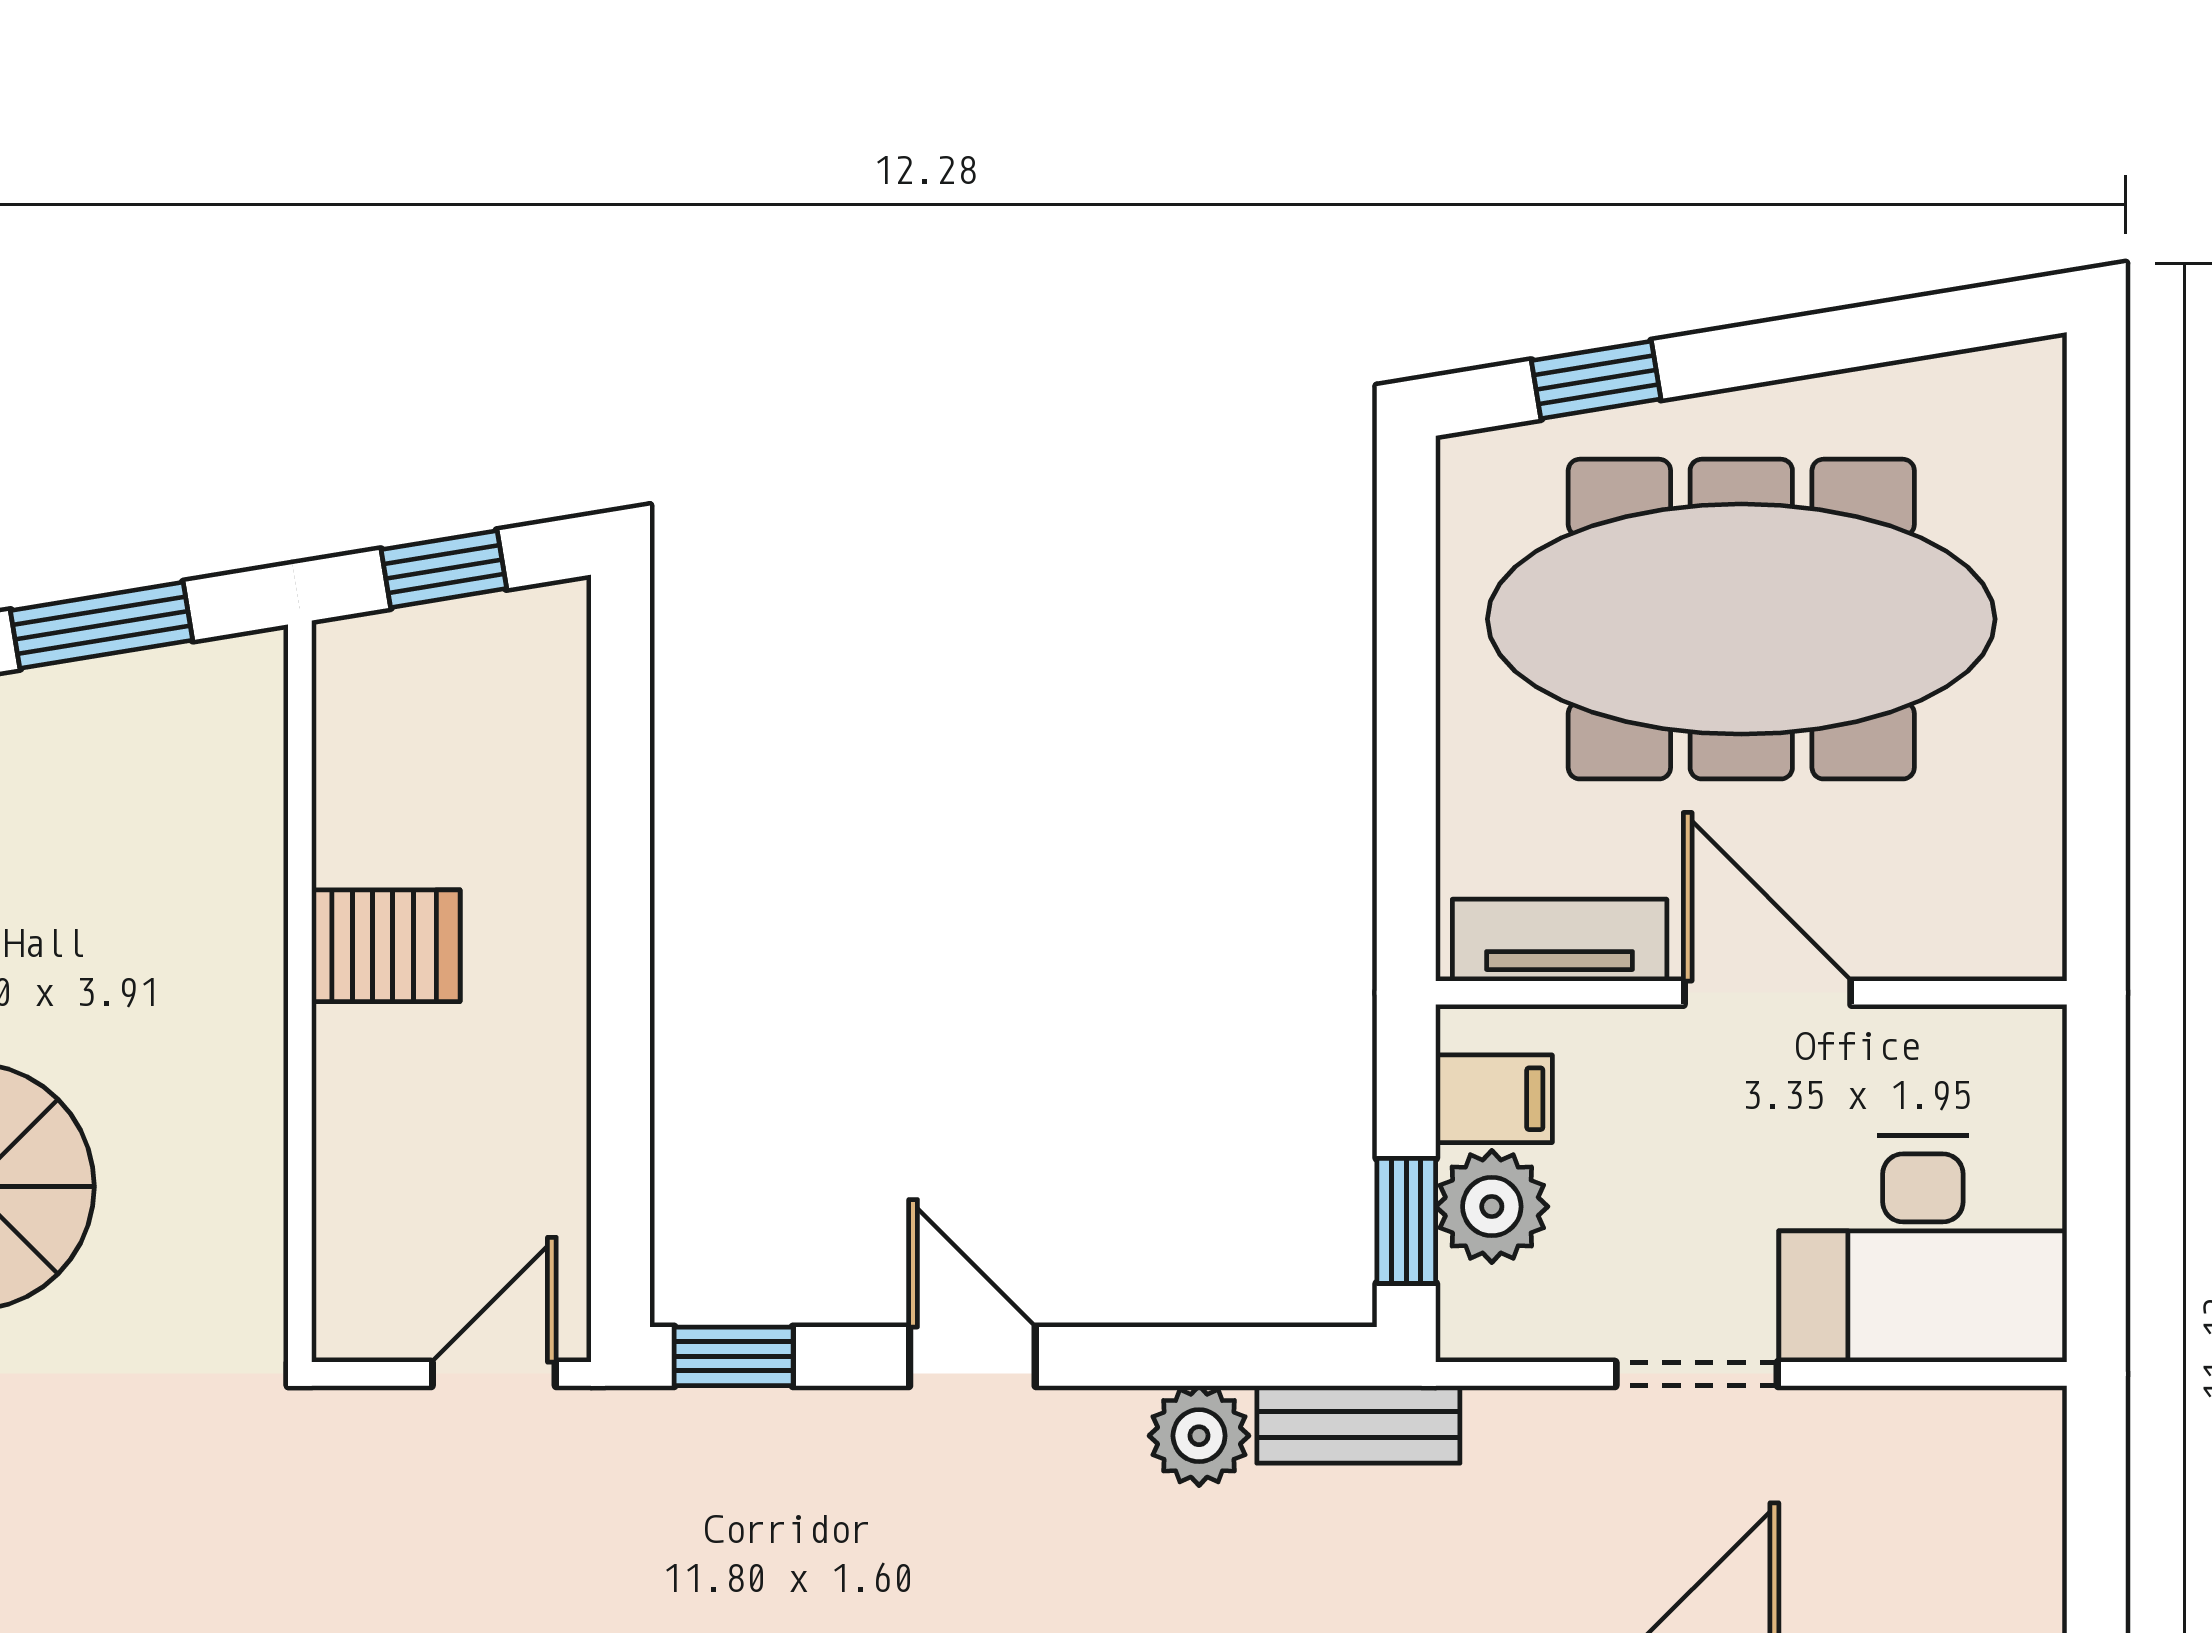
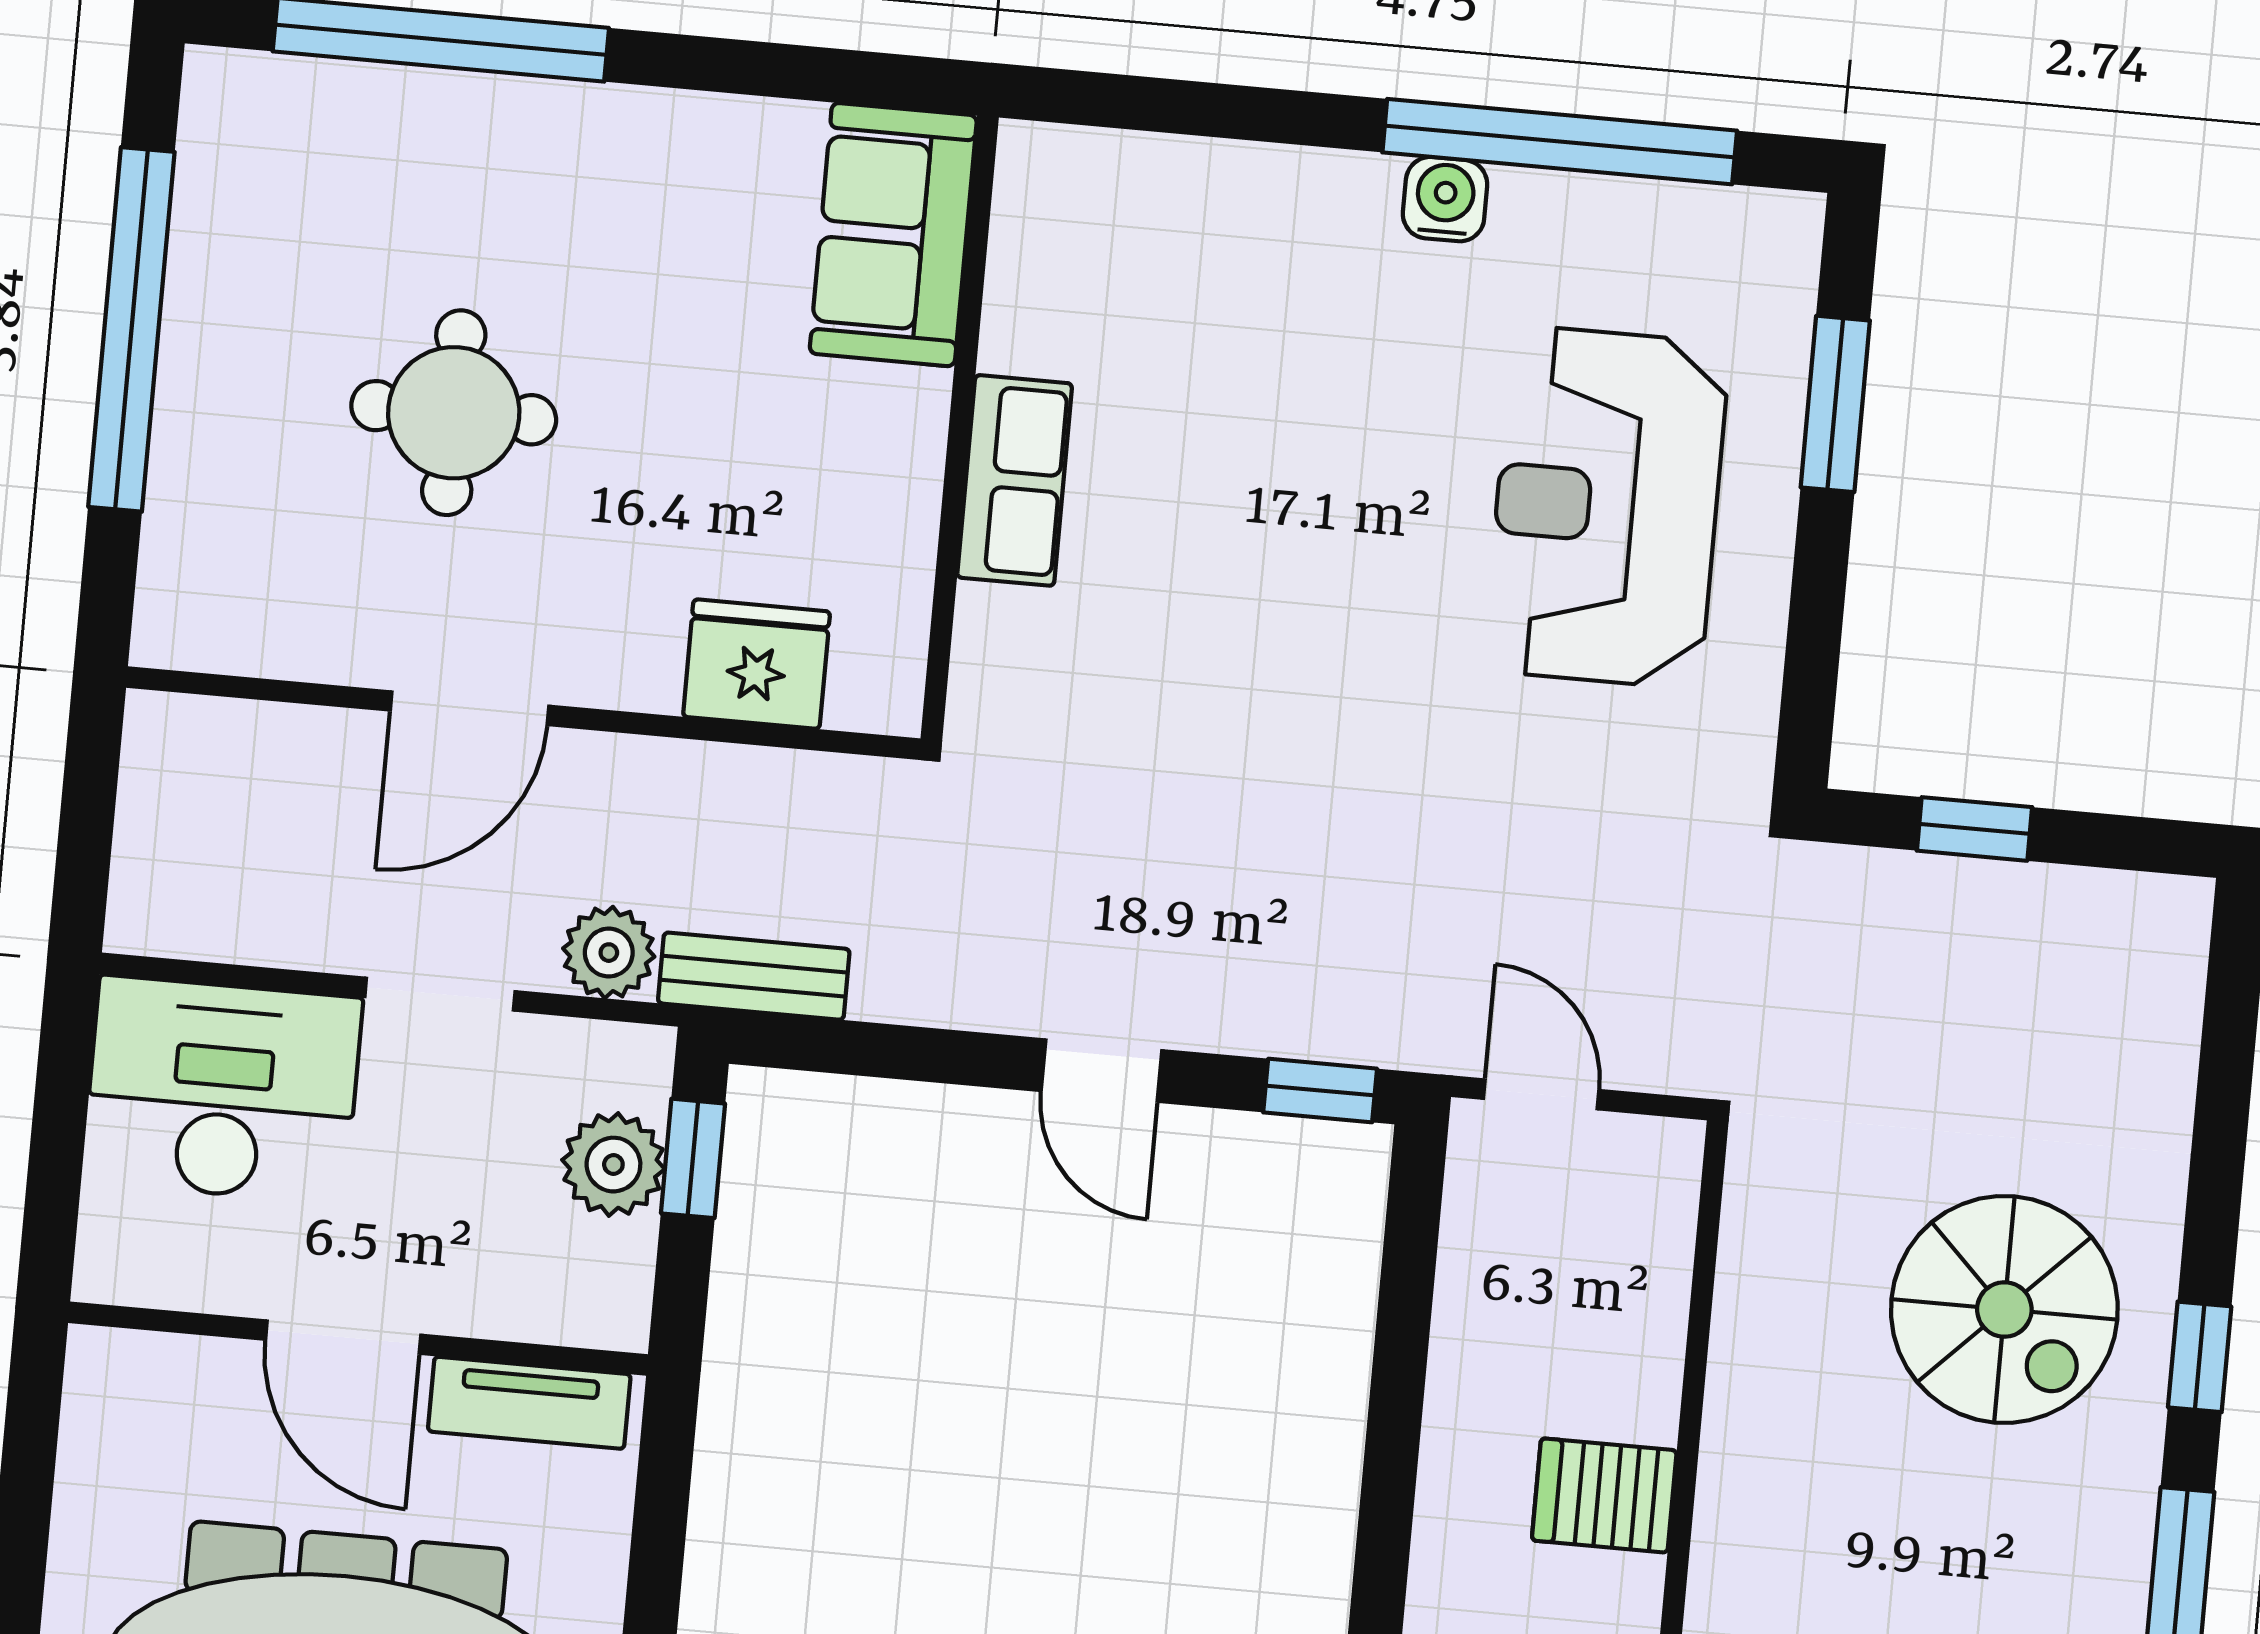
filing cabinet: (1494, 1099) -> (602, 1263), removed
door: (494, 1374) -> (1541, 1094), swing flipped
plant: (1199, 1436) -> (609, 953), moved

